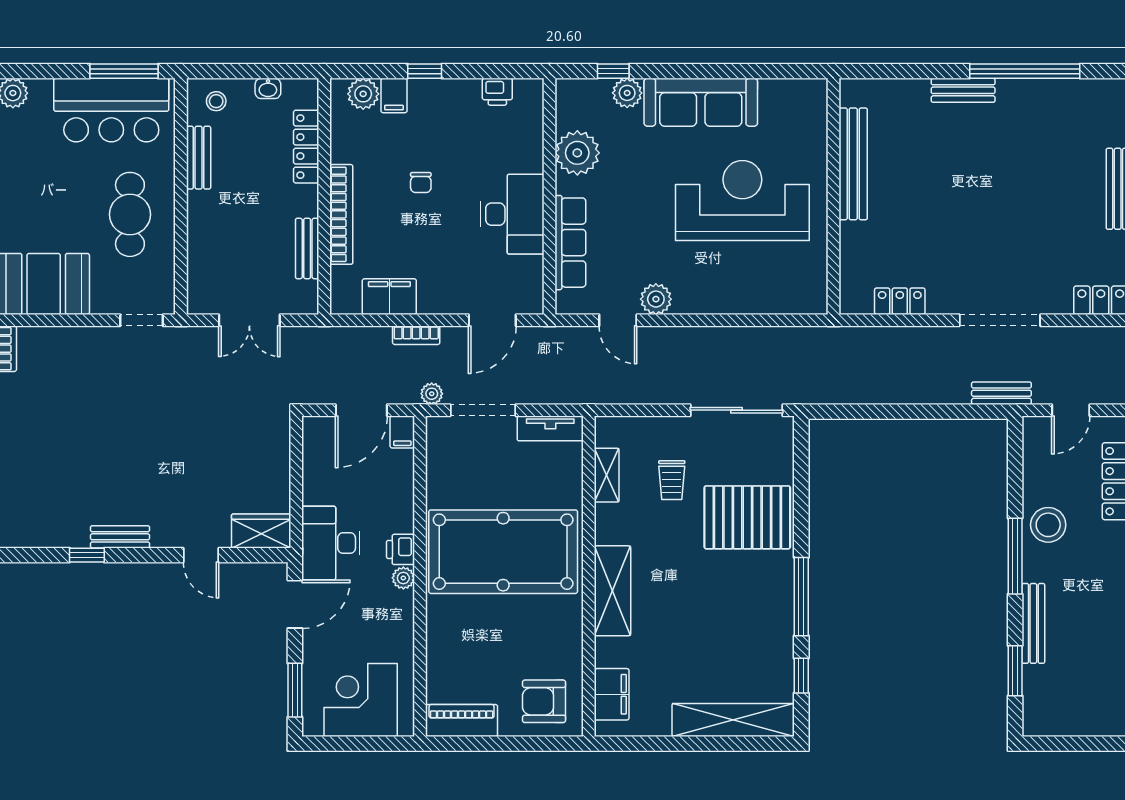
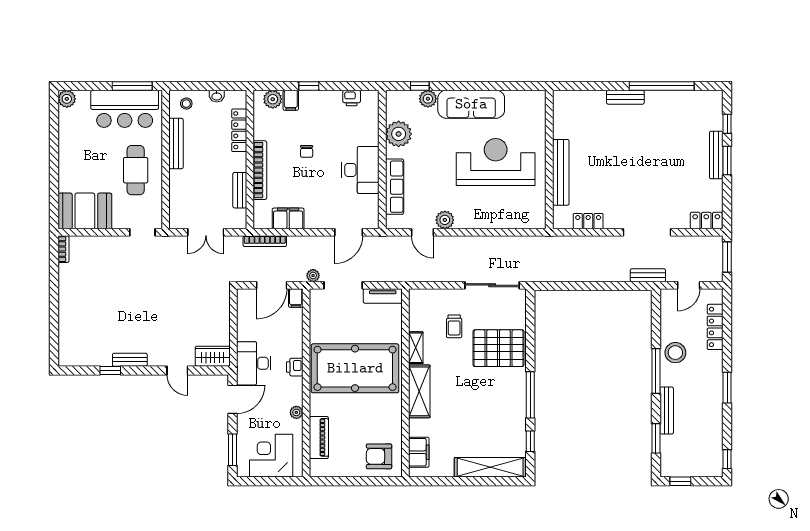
bench: (199, 158) -> (176, 143), width x1.36
bench: (853, 164) -> (561, 172), moved
bookcase: (416, 335) -> (265, 241), moved, width x1.56
shelving: (607, 475) -> (416, 348), moved
plant: (403, 578) -> (296, 412), moved
piano: (462, 721) -> (319, 437), moved, turned 90
window: (1057, 744) -> (680, 481), added

